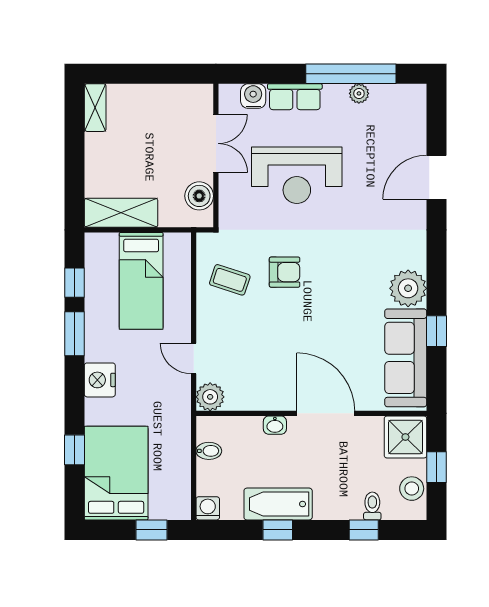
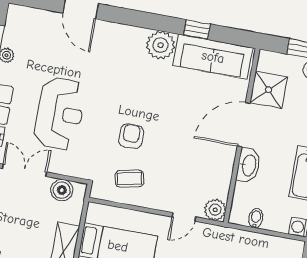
coffee table: (230, 280) -> (129, 179), turned 60
washbasin: (275, 425) -> (249, 165), width x1.91, depth x1.45
shower: (405, 437) -> (268, 90), moved

